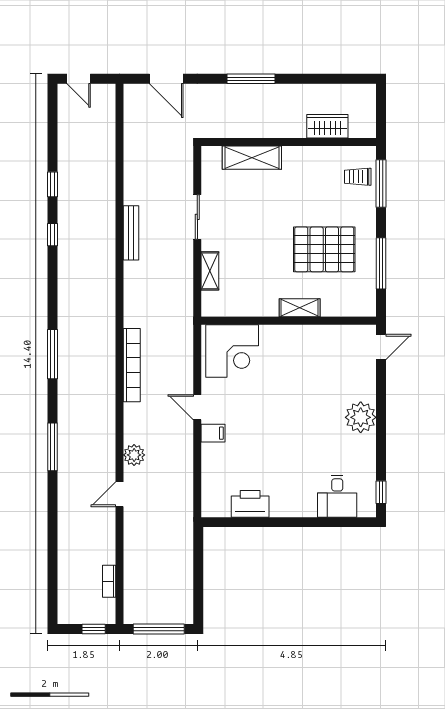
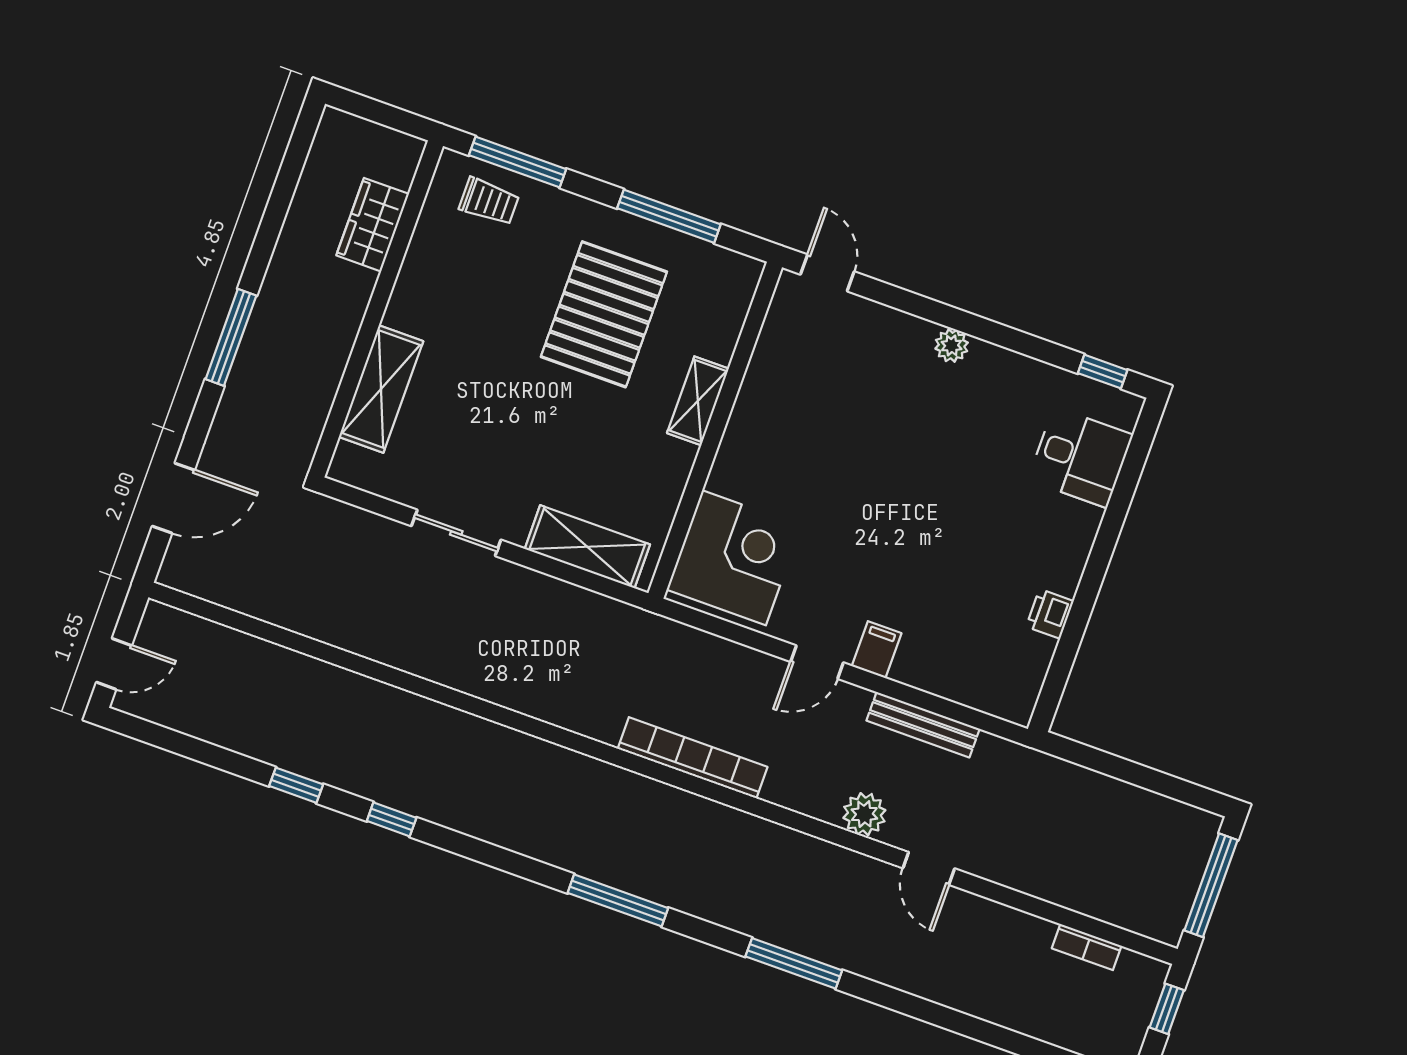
trolley: (358, 177) -> (489, 201), turned -90
bench: (131, 233) -> (923, 725), moved
shelving: (210, 271) -> (587, 547), width x1.50, depth x1.33
plant: (361, 417) -> (952, 346), width x0.53, depth x0.53
printer: (250, 504) -> (1050, 614), width x0.53, depth x0.68

